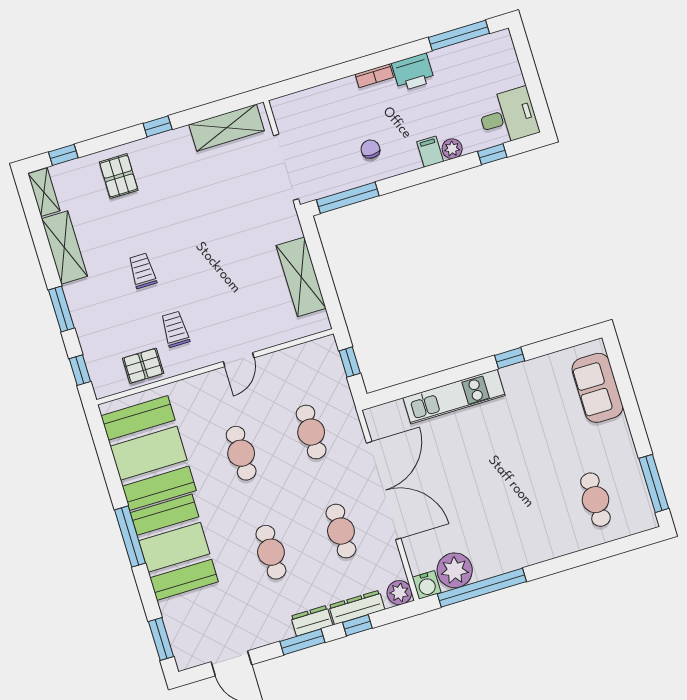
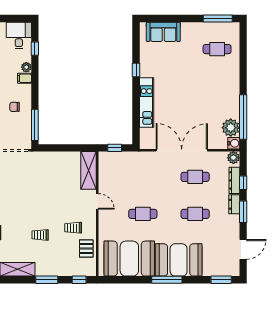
shelving: (301, 277) -> (88, 170), moved, turned 90
cafe table: (311, 432) -> (143, 177), removed

